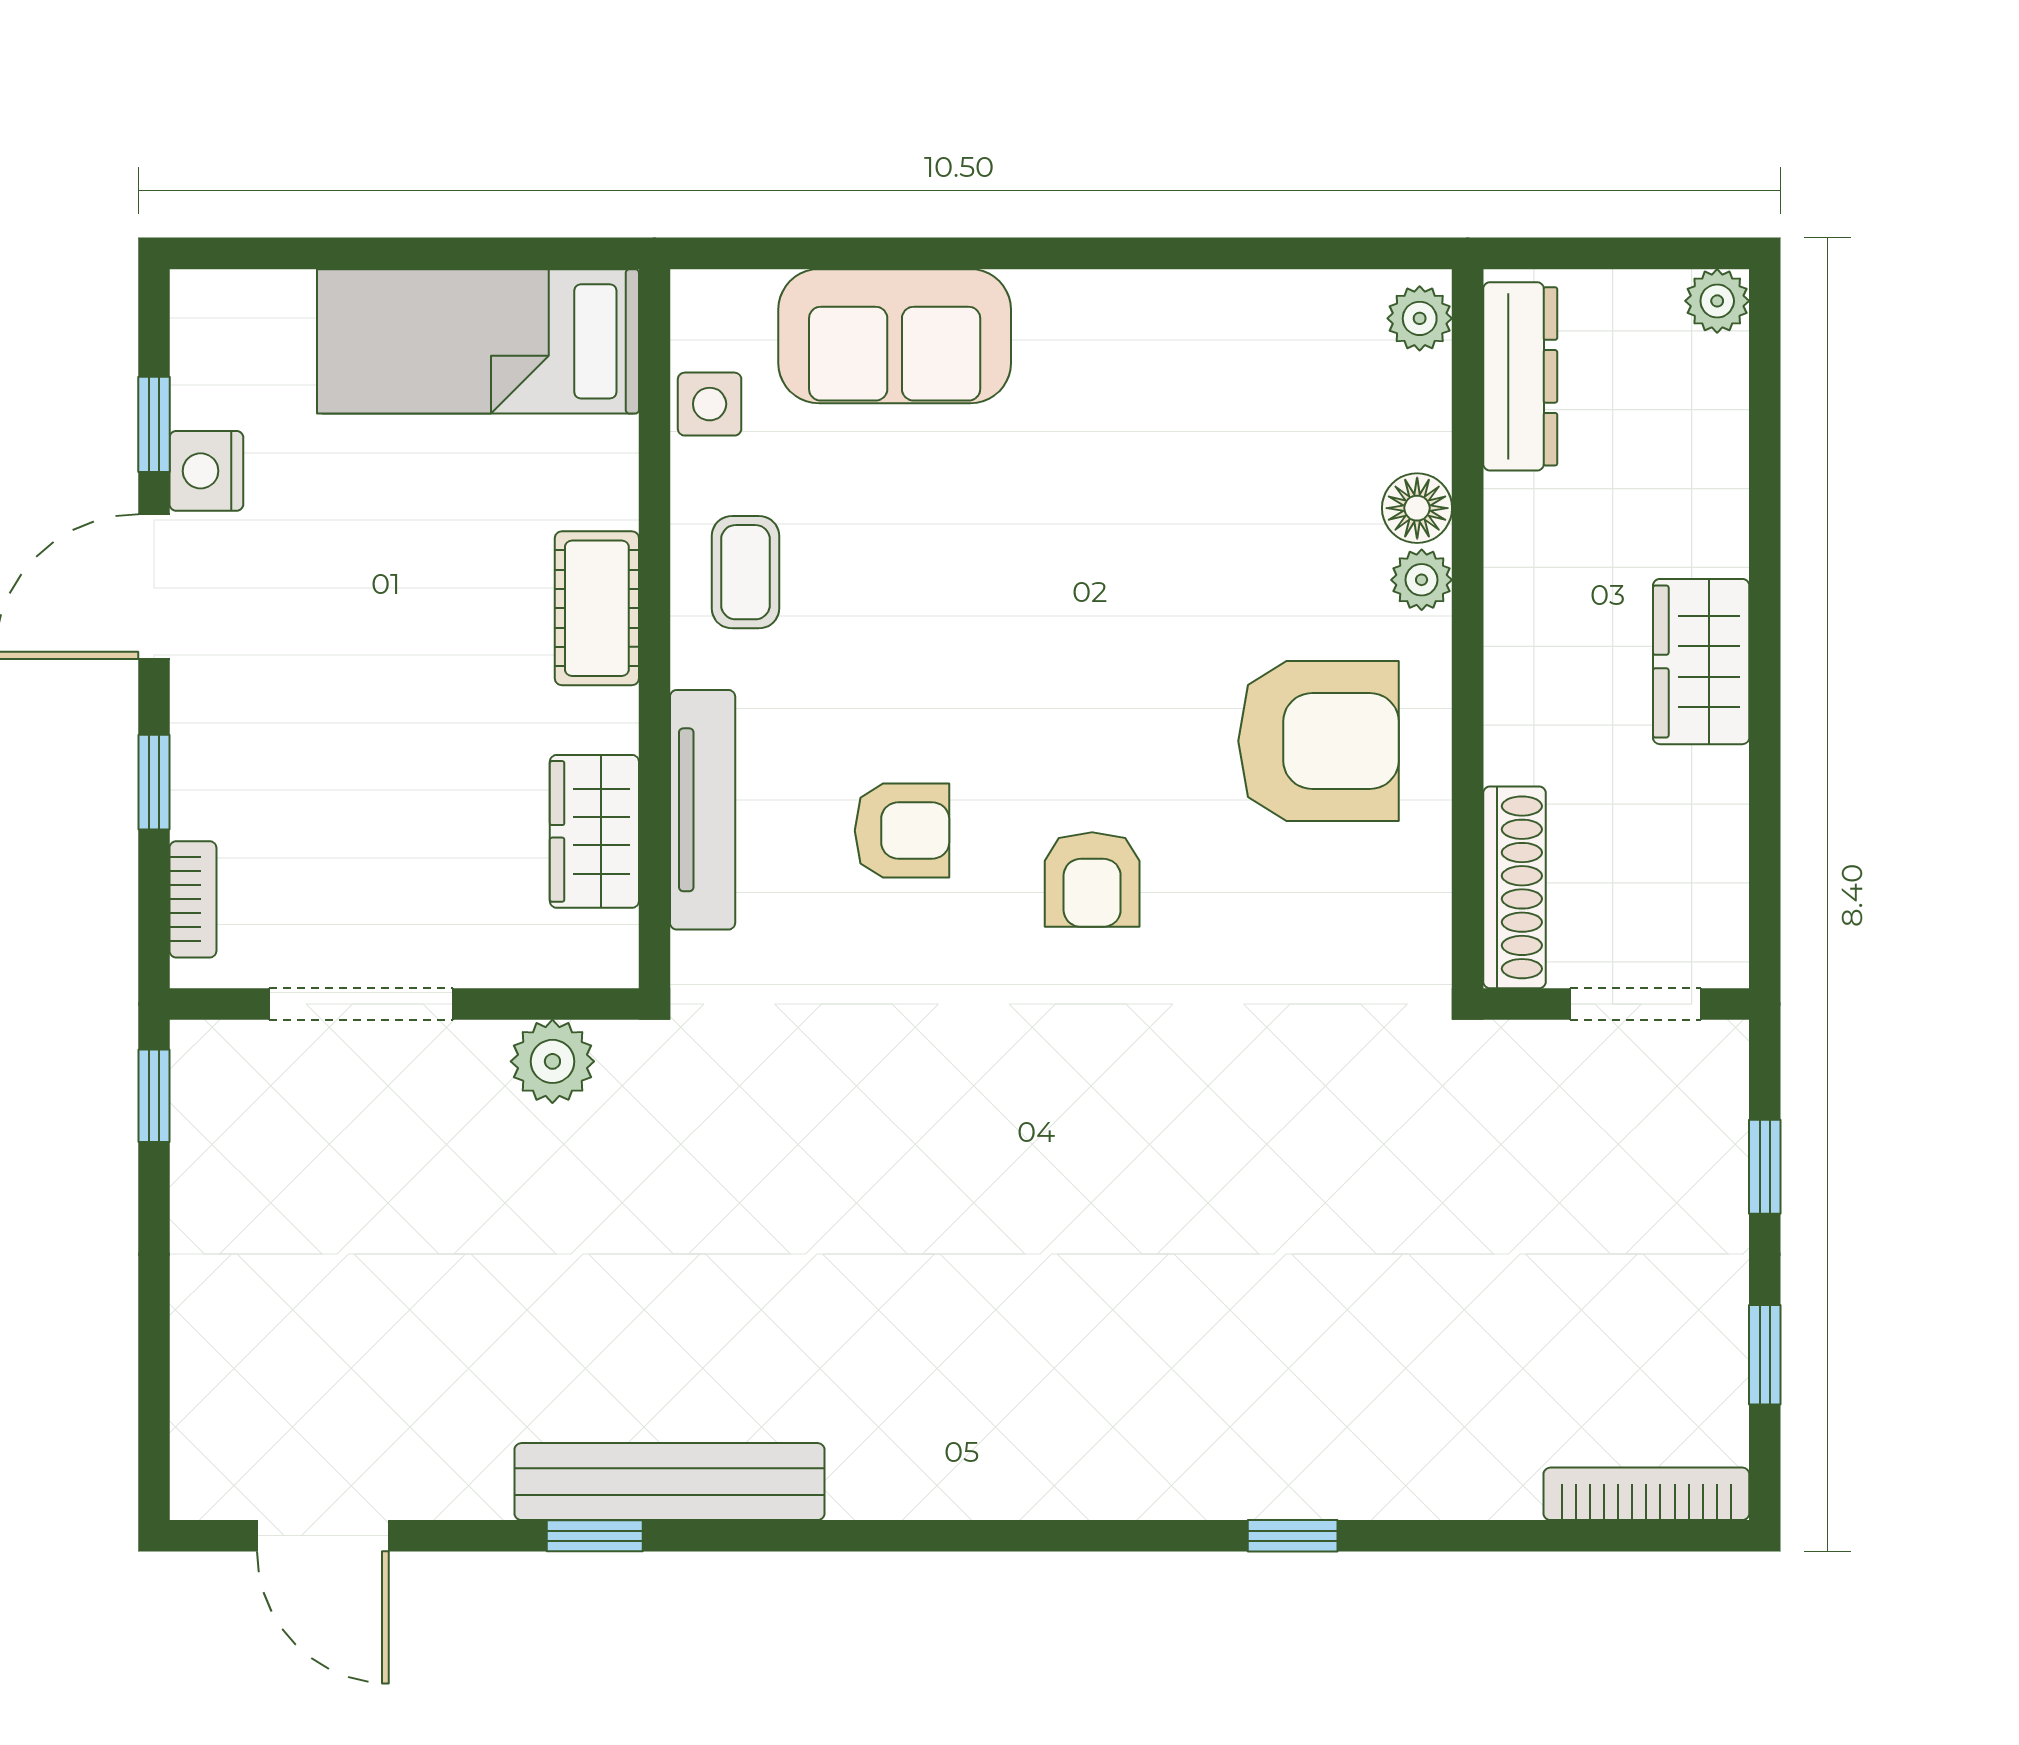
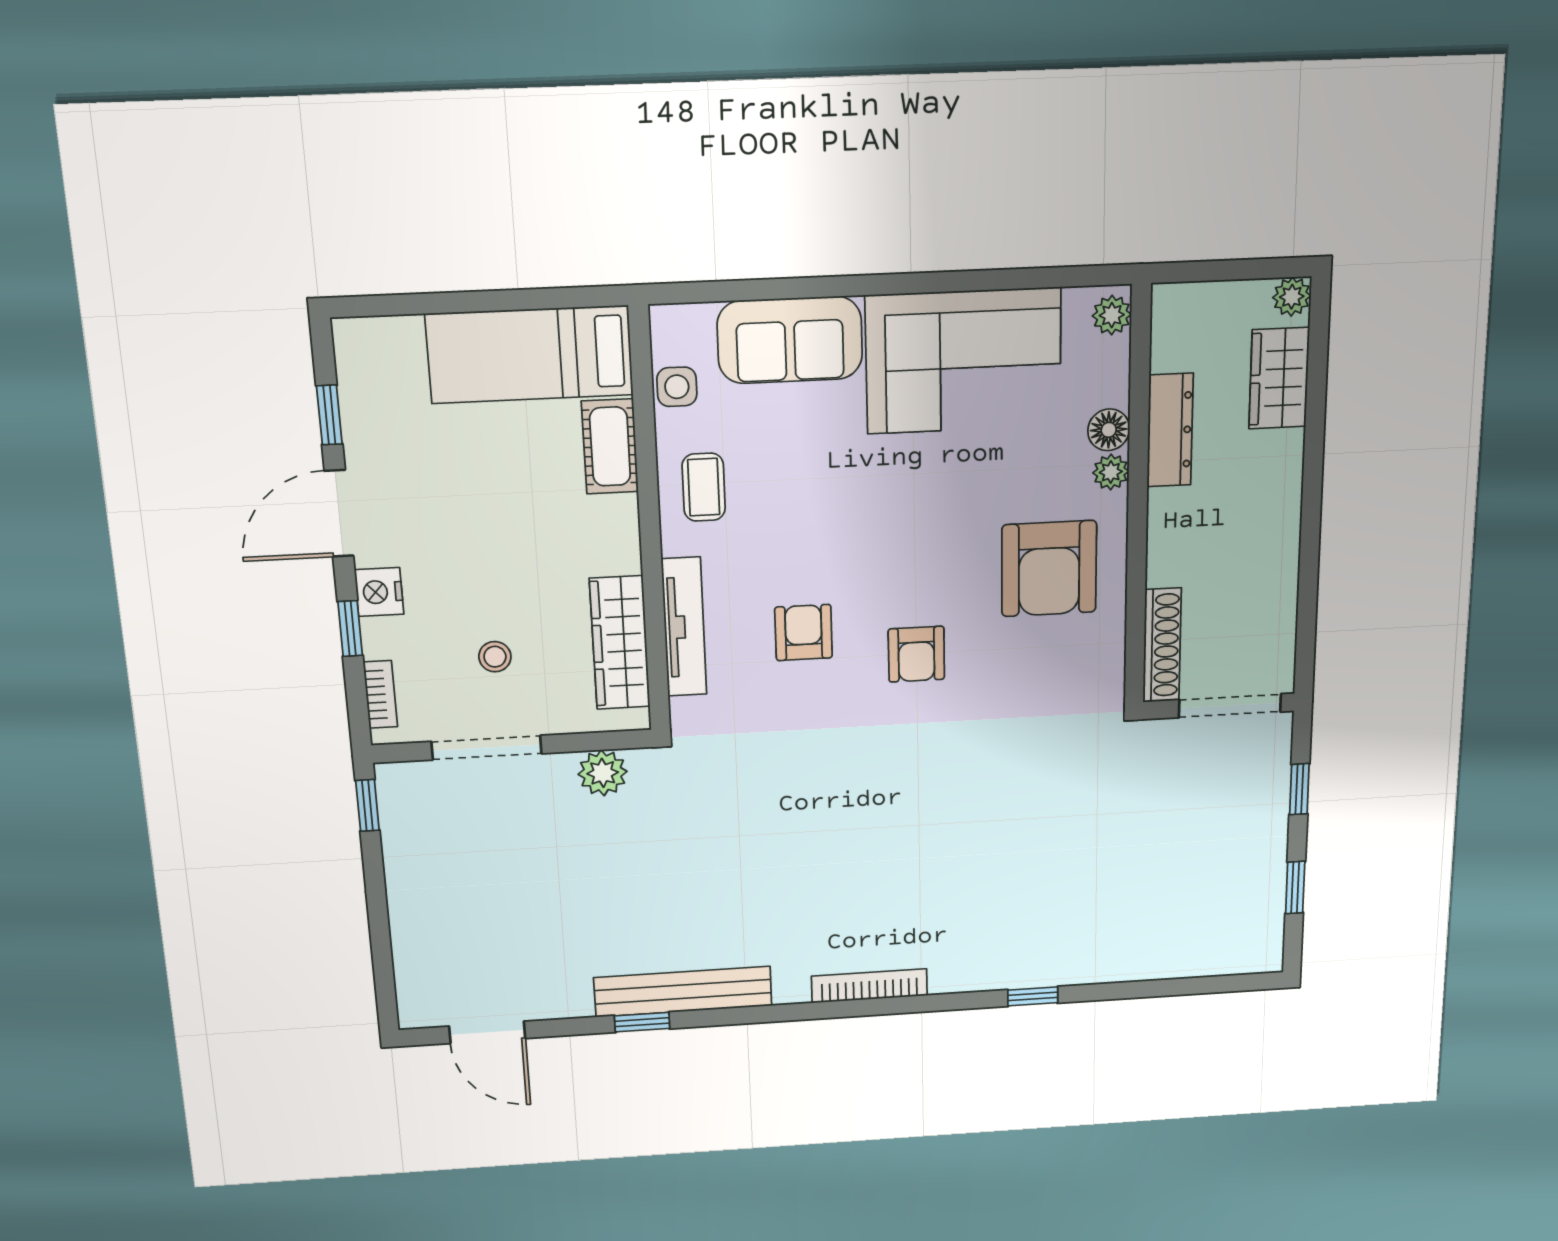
dresser: (1520, 376) -> (1170, 430), moved
corner sofa: (1176, 383) -> (964, 361), added
nightstand: (206, 471) -> (379, 592), moved
cot: (597, 608) -> (610, 446), moved
wardrobe: (1701, 662) -> (1279, 378), moved
armchair: (1319, 741) -> (1049, 569), turned 90
wardrobe: (594, 831) -> (620, 643), width x1.50
armchair: (902, 831) -> (804, 633), turned -90
stool: (386, 844) -> (495, 657), added
doorway: (1636, 1004) -> (1230, 706), width x1.38
bookcase: (1646, 1494) -> (869, 986), moved

